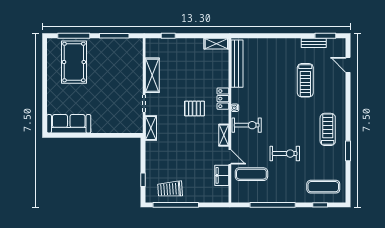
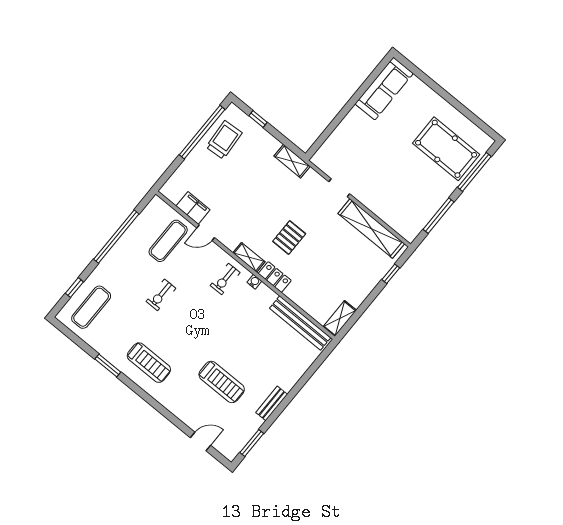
bench: (314, 43) -> (272, 403), moved
shelving: (152, 75) -> (371, 229), width x1.47
treadmill: (305, 80) -> (222, 382), turned 180
exercise bike: (247, 125) -> (225, 279), width x0.73, depth x0.72
shelving: (151, 128) -> (292, 161), moved
shelving: (224, 135) -> (249, 257), moved
exercise bike: (285, 154) -> (161, 295), width x0.73, depth x0.72

